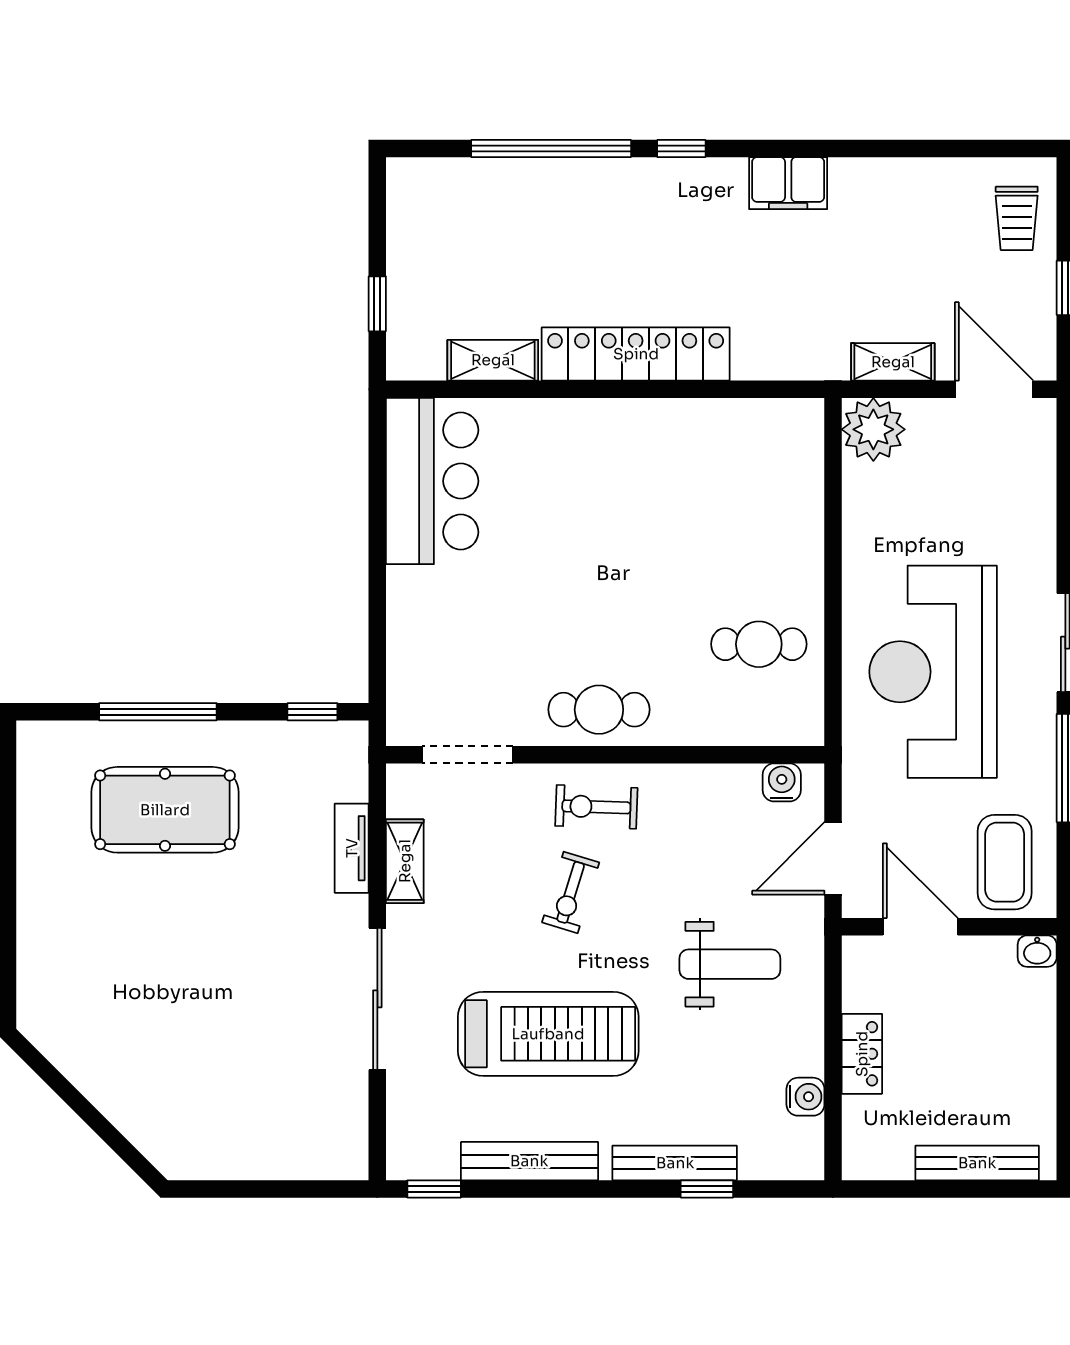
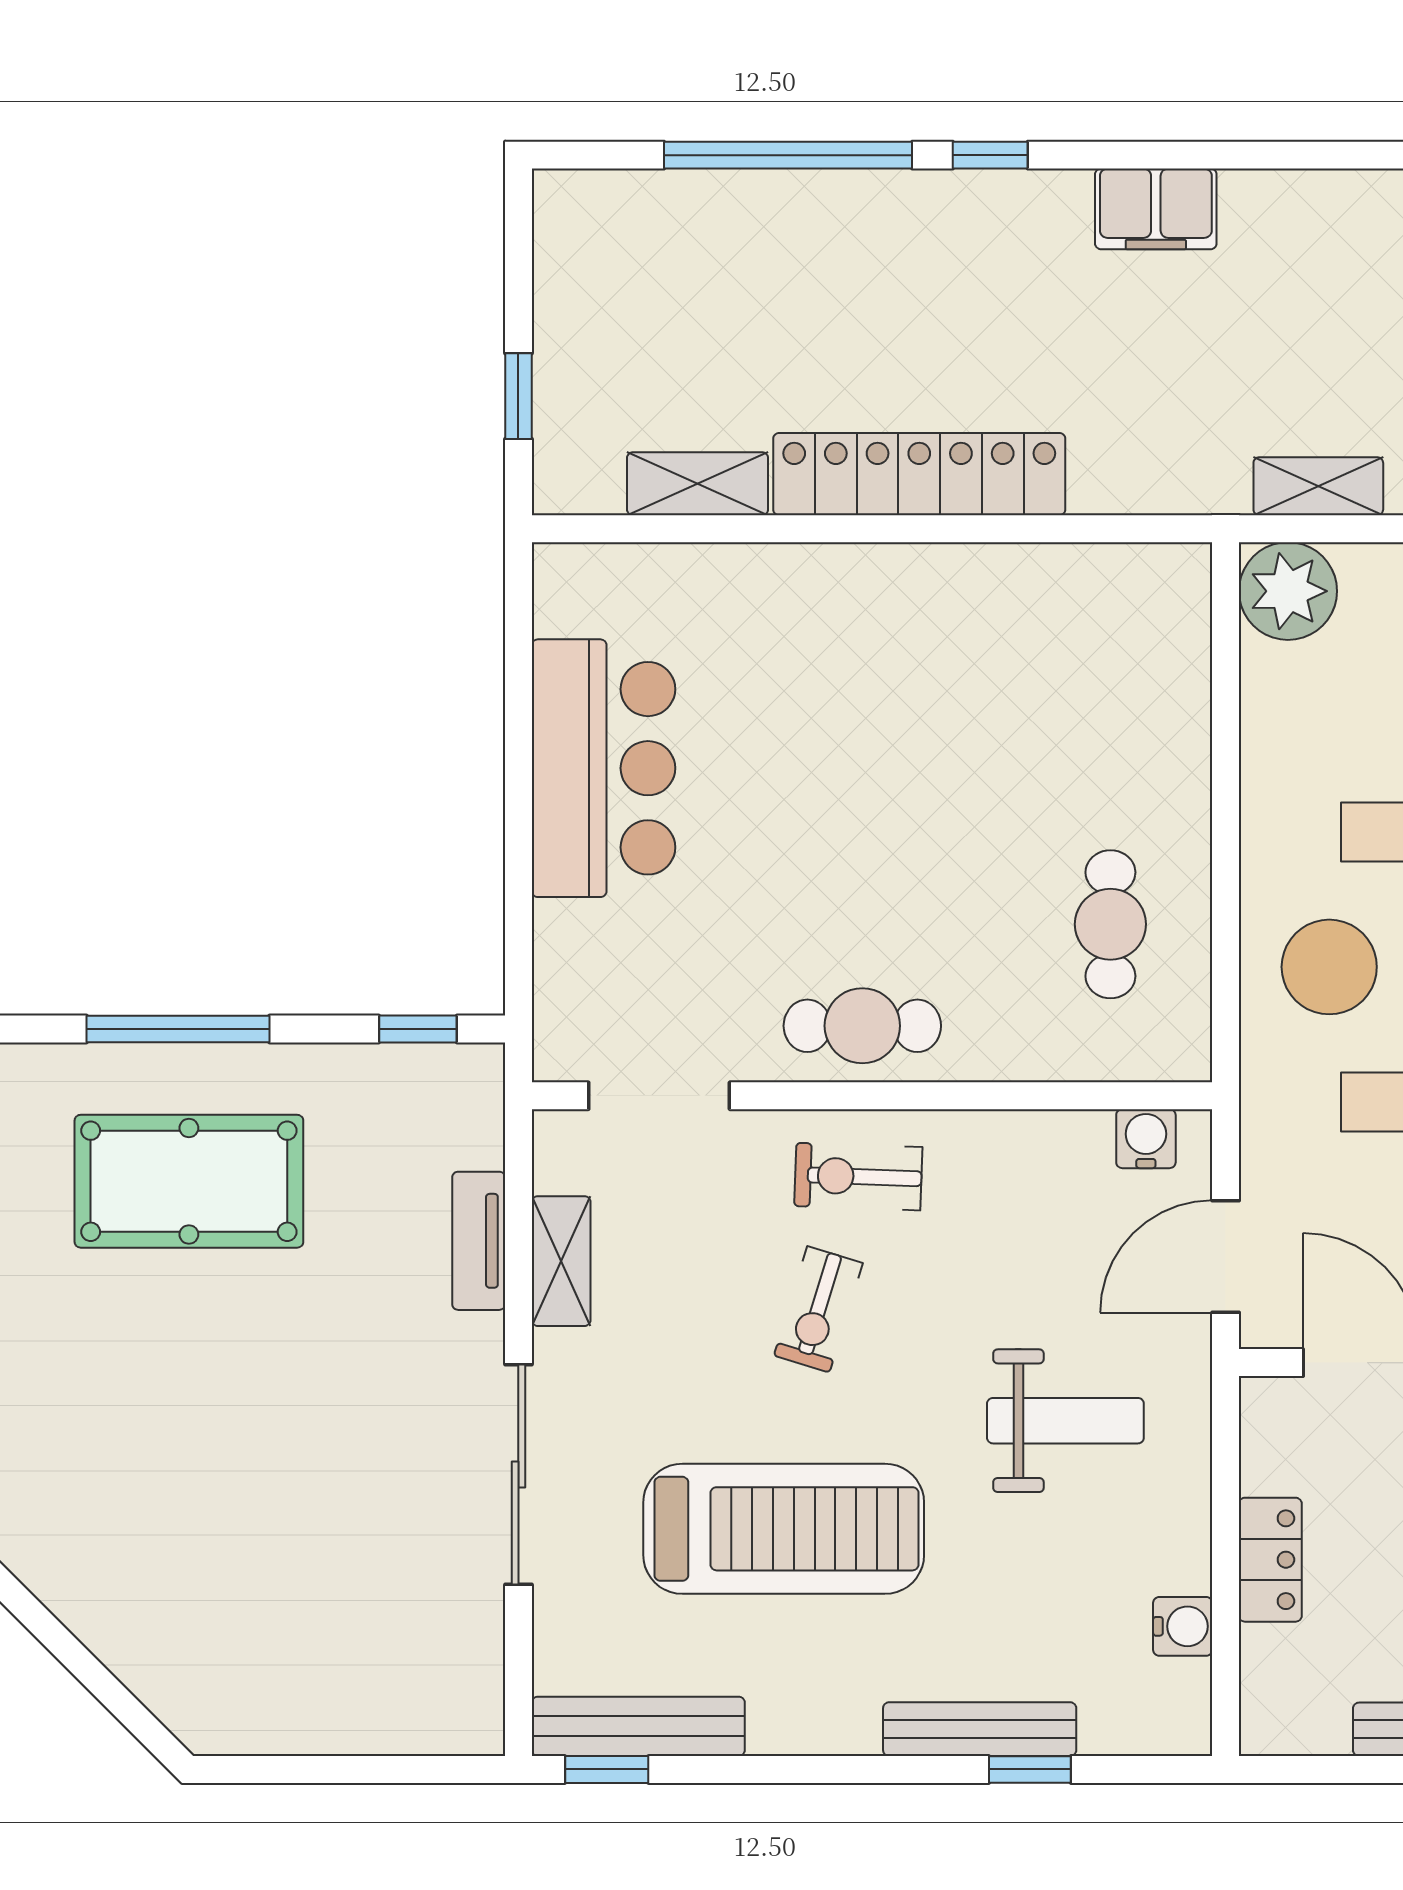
bar counter: (432, 481) -> (603, 768), moved
cafe table: (759, 644) -> (1110, 924), turned 90
bench: (529, 1161) -> (638, 1726), moved

